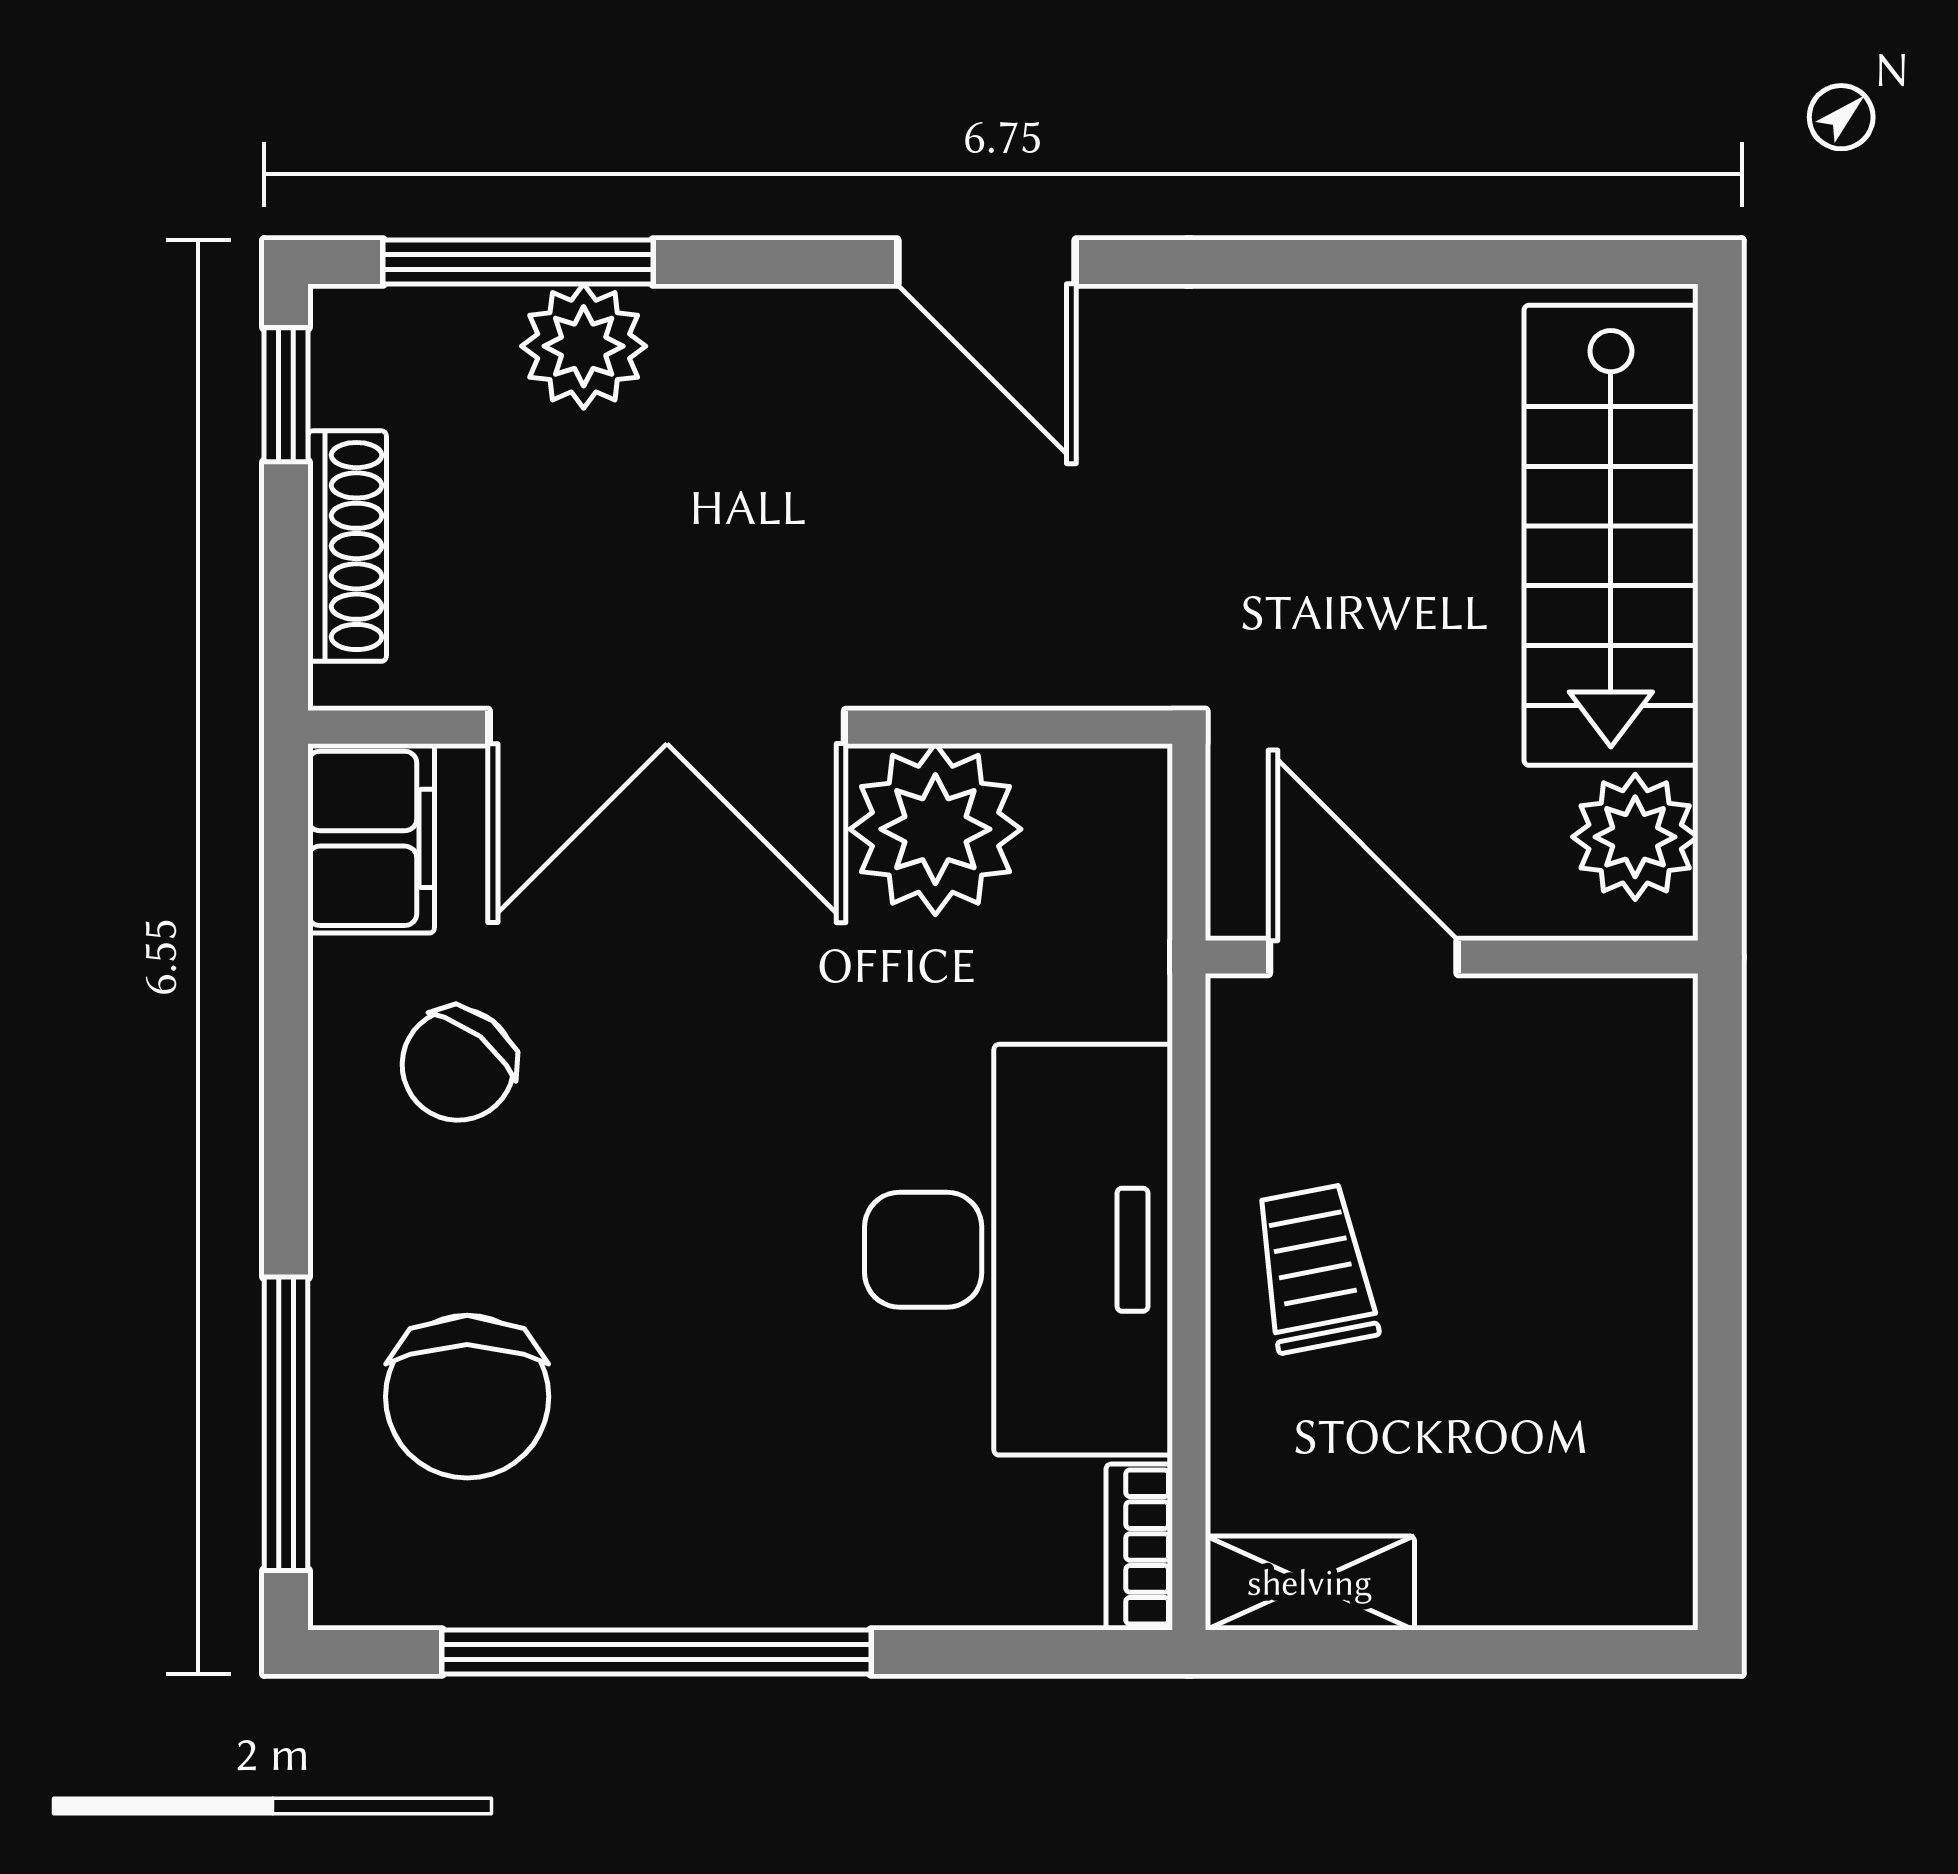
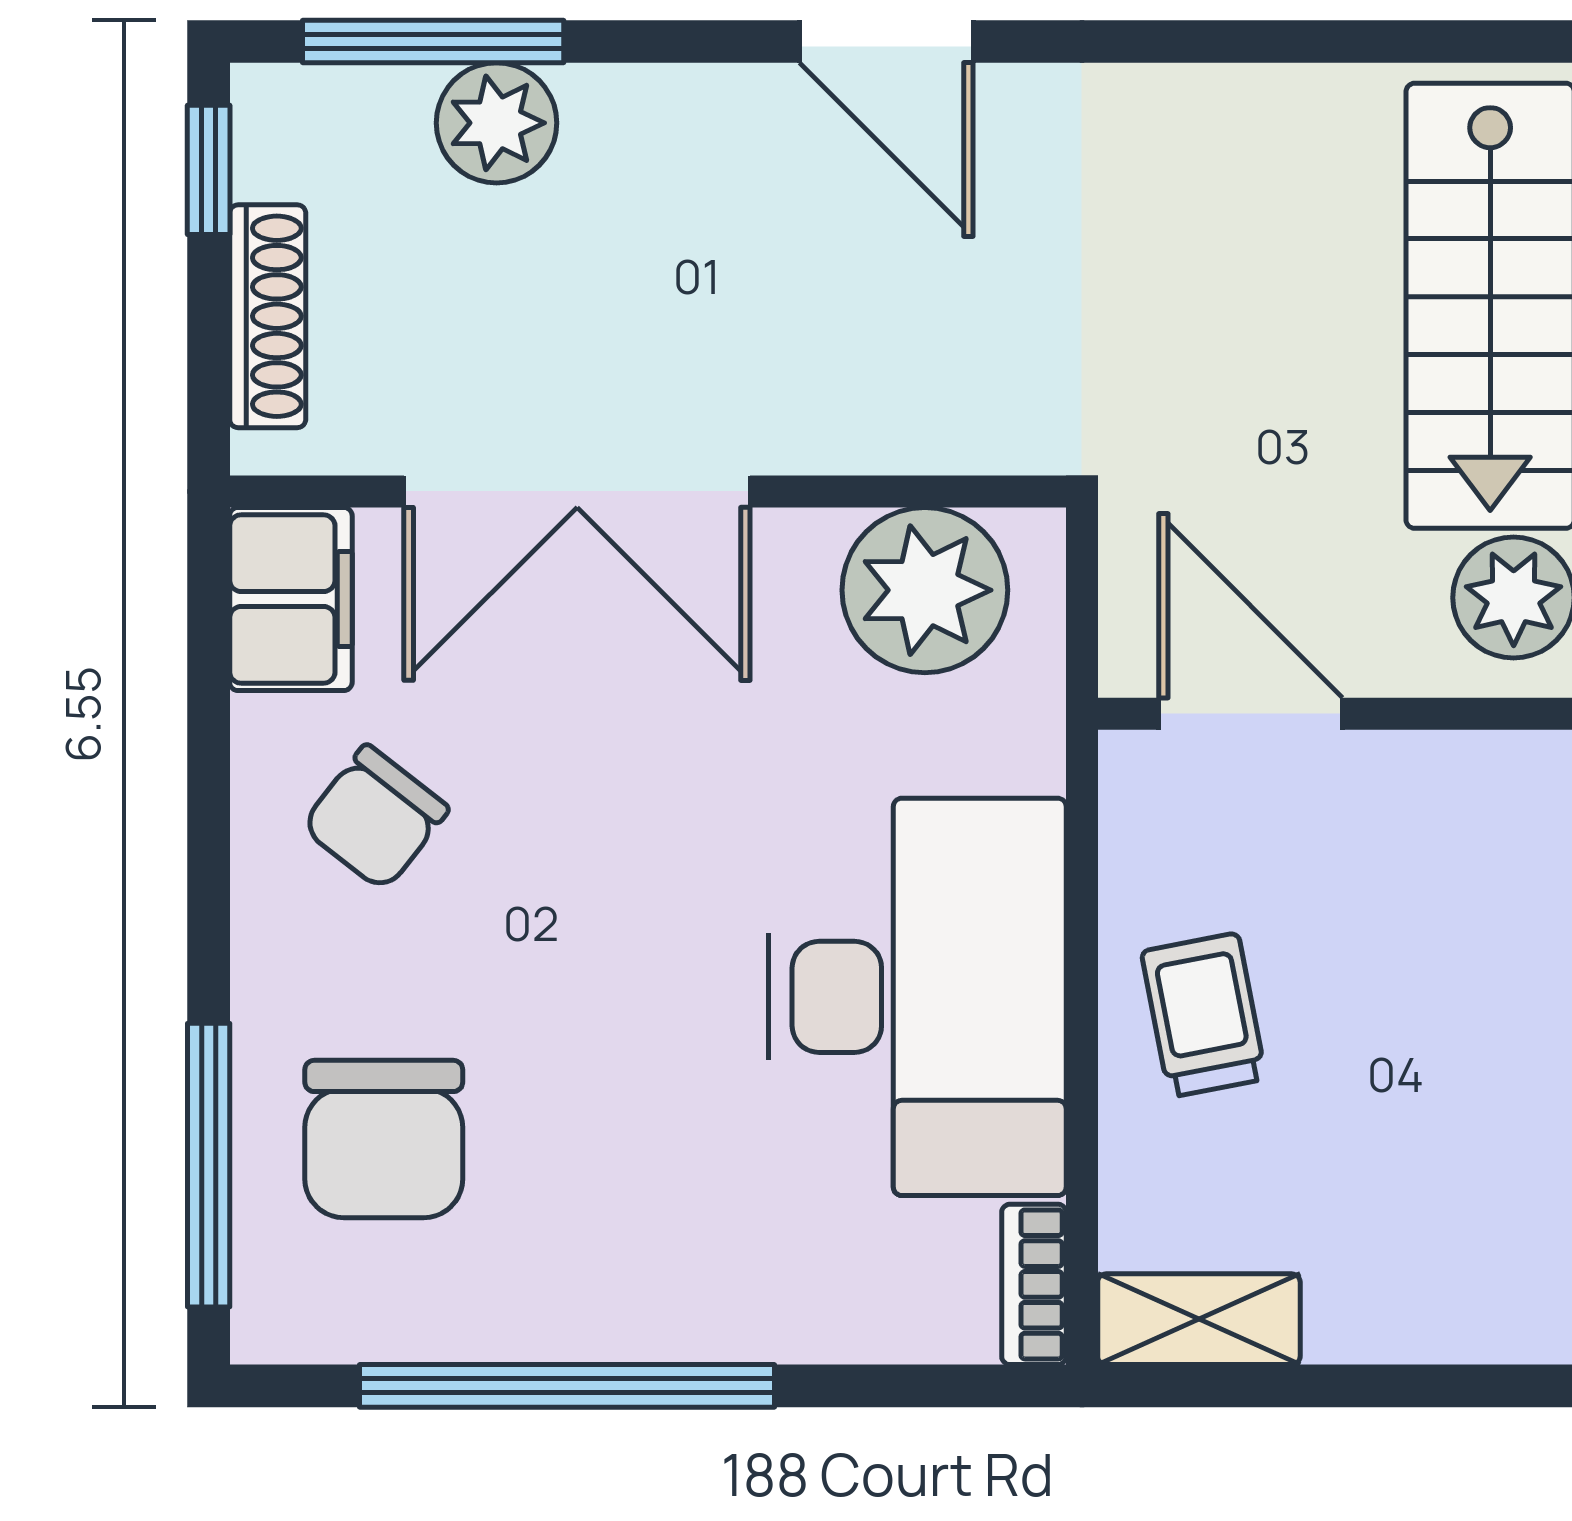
plant: (935, 829) -> (925, 590), moved

